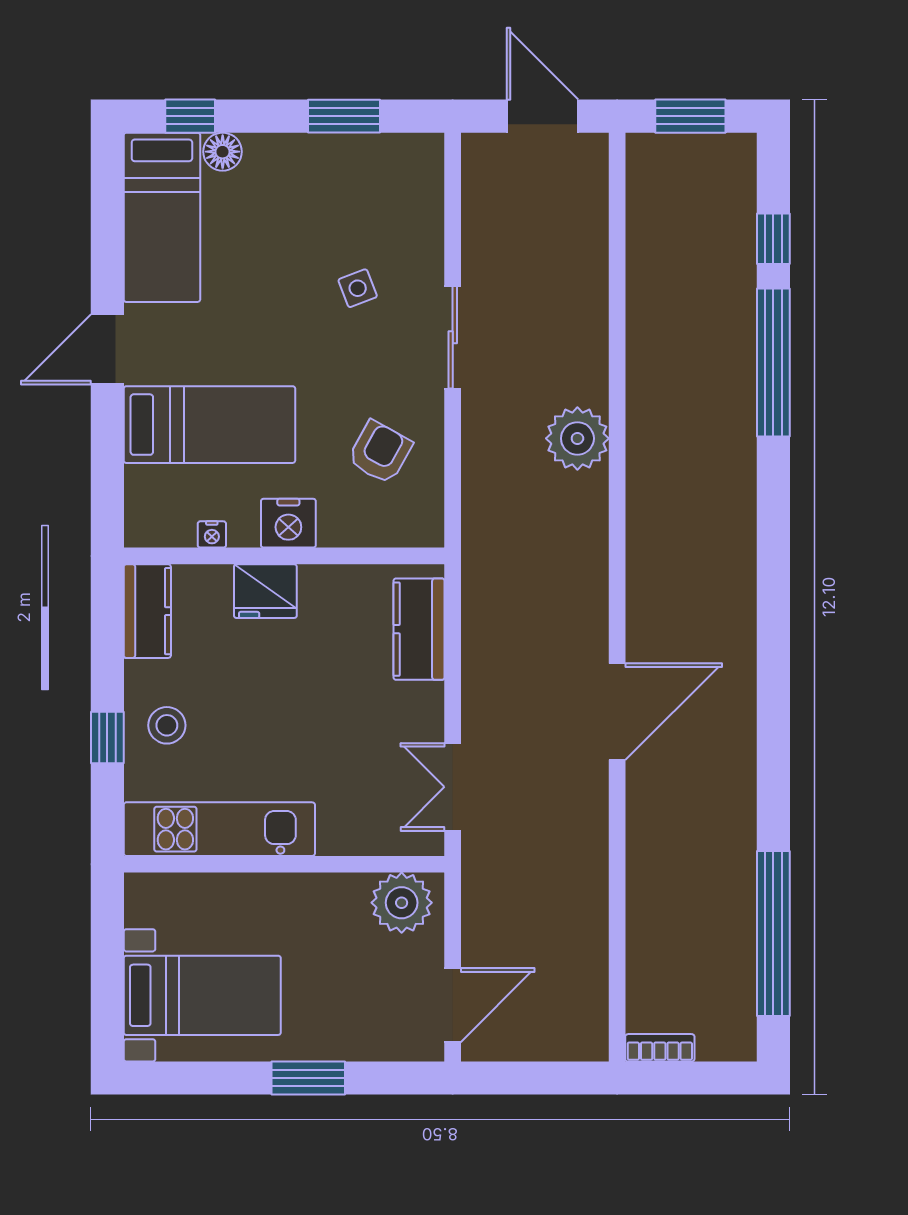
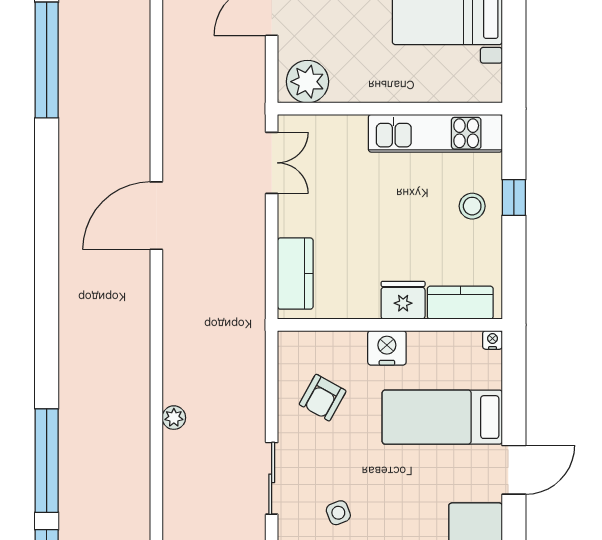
plant: (577, 438) -> (174, 418), width x0.53, depth x0.53
nightstand: (212, 534) -> (493, 340), moved
kitchen counter: (147, 611) -> (460, 303), moved, turned 90

